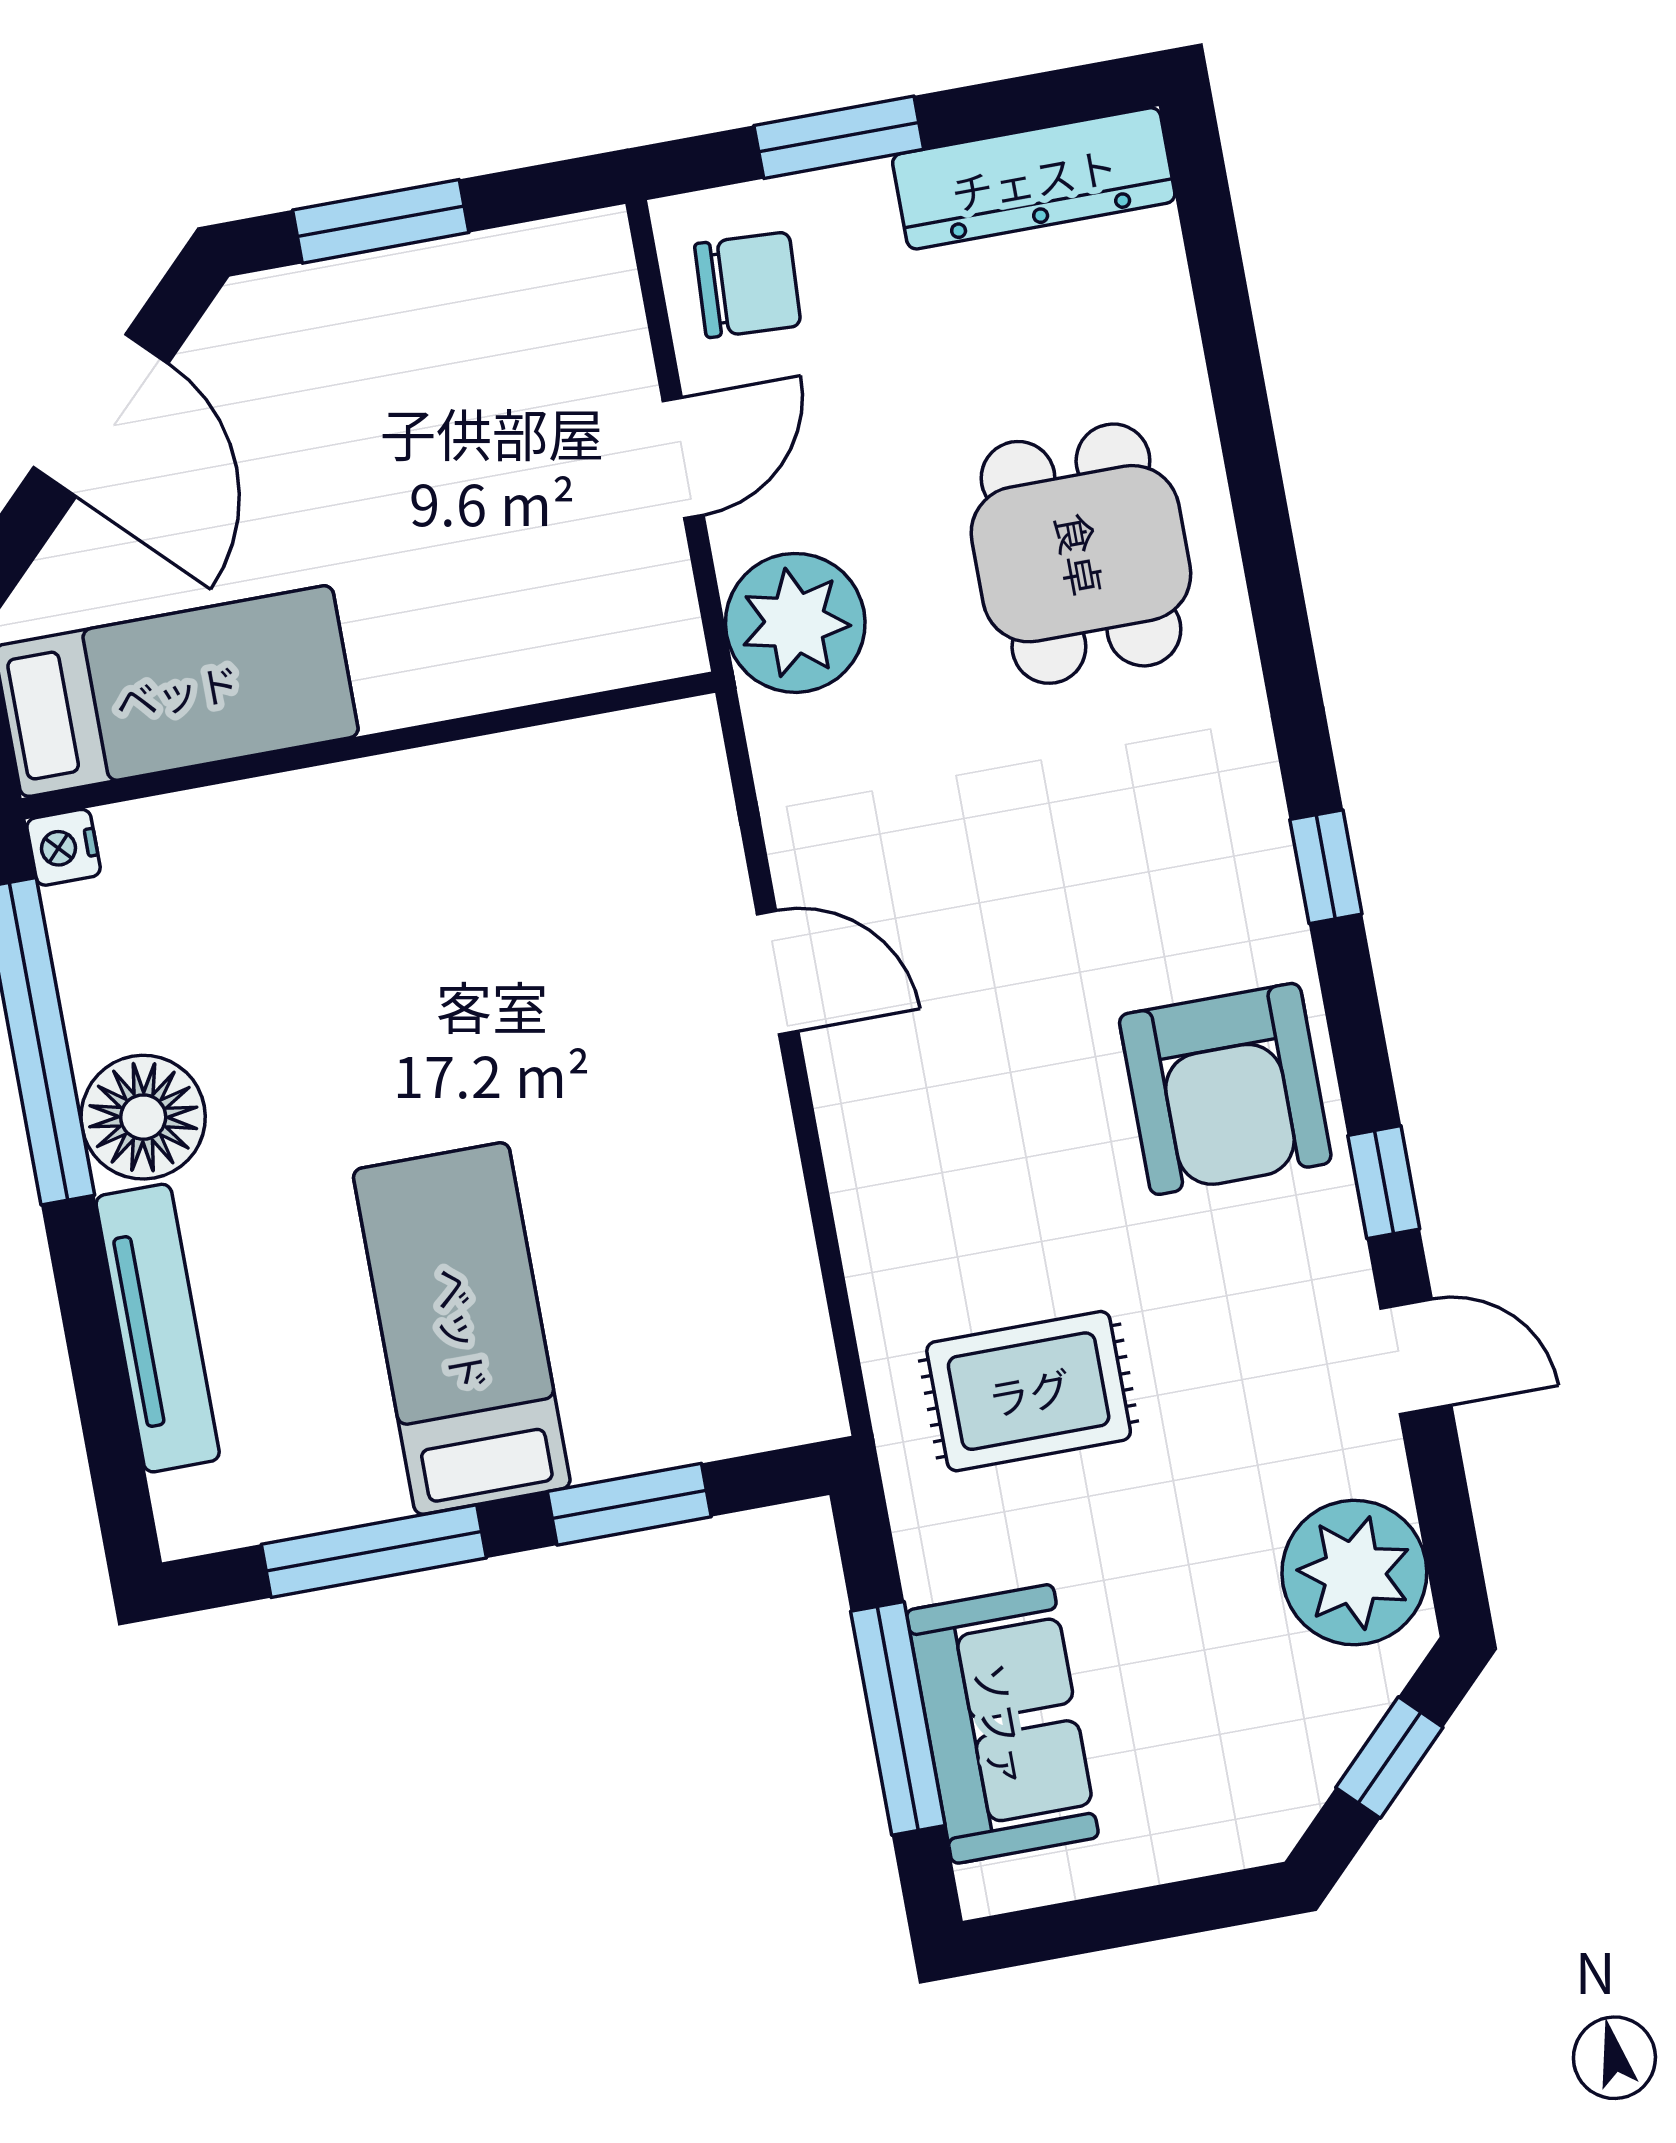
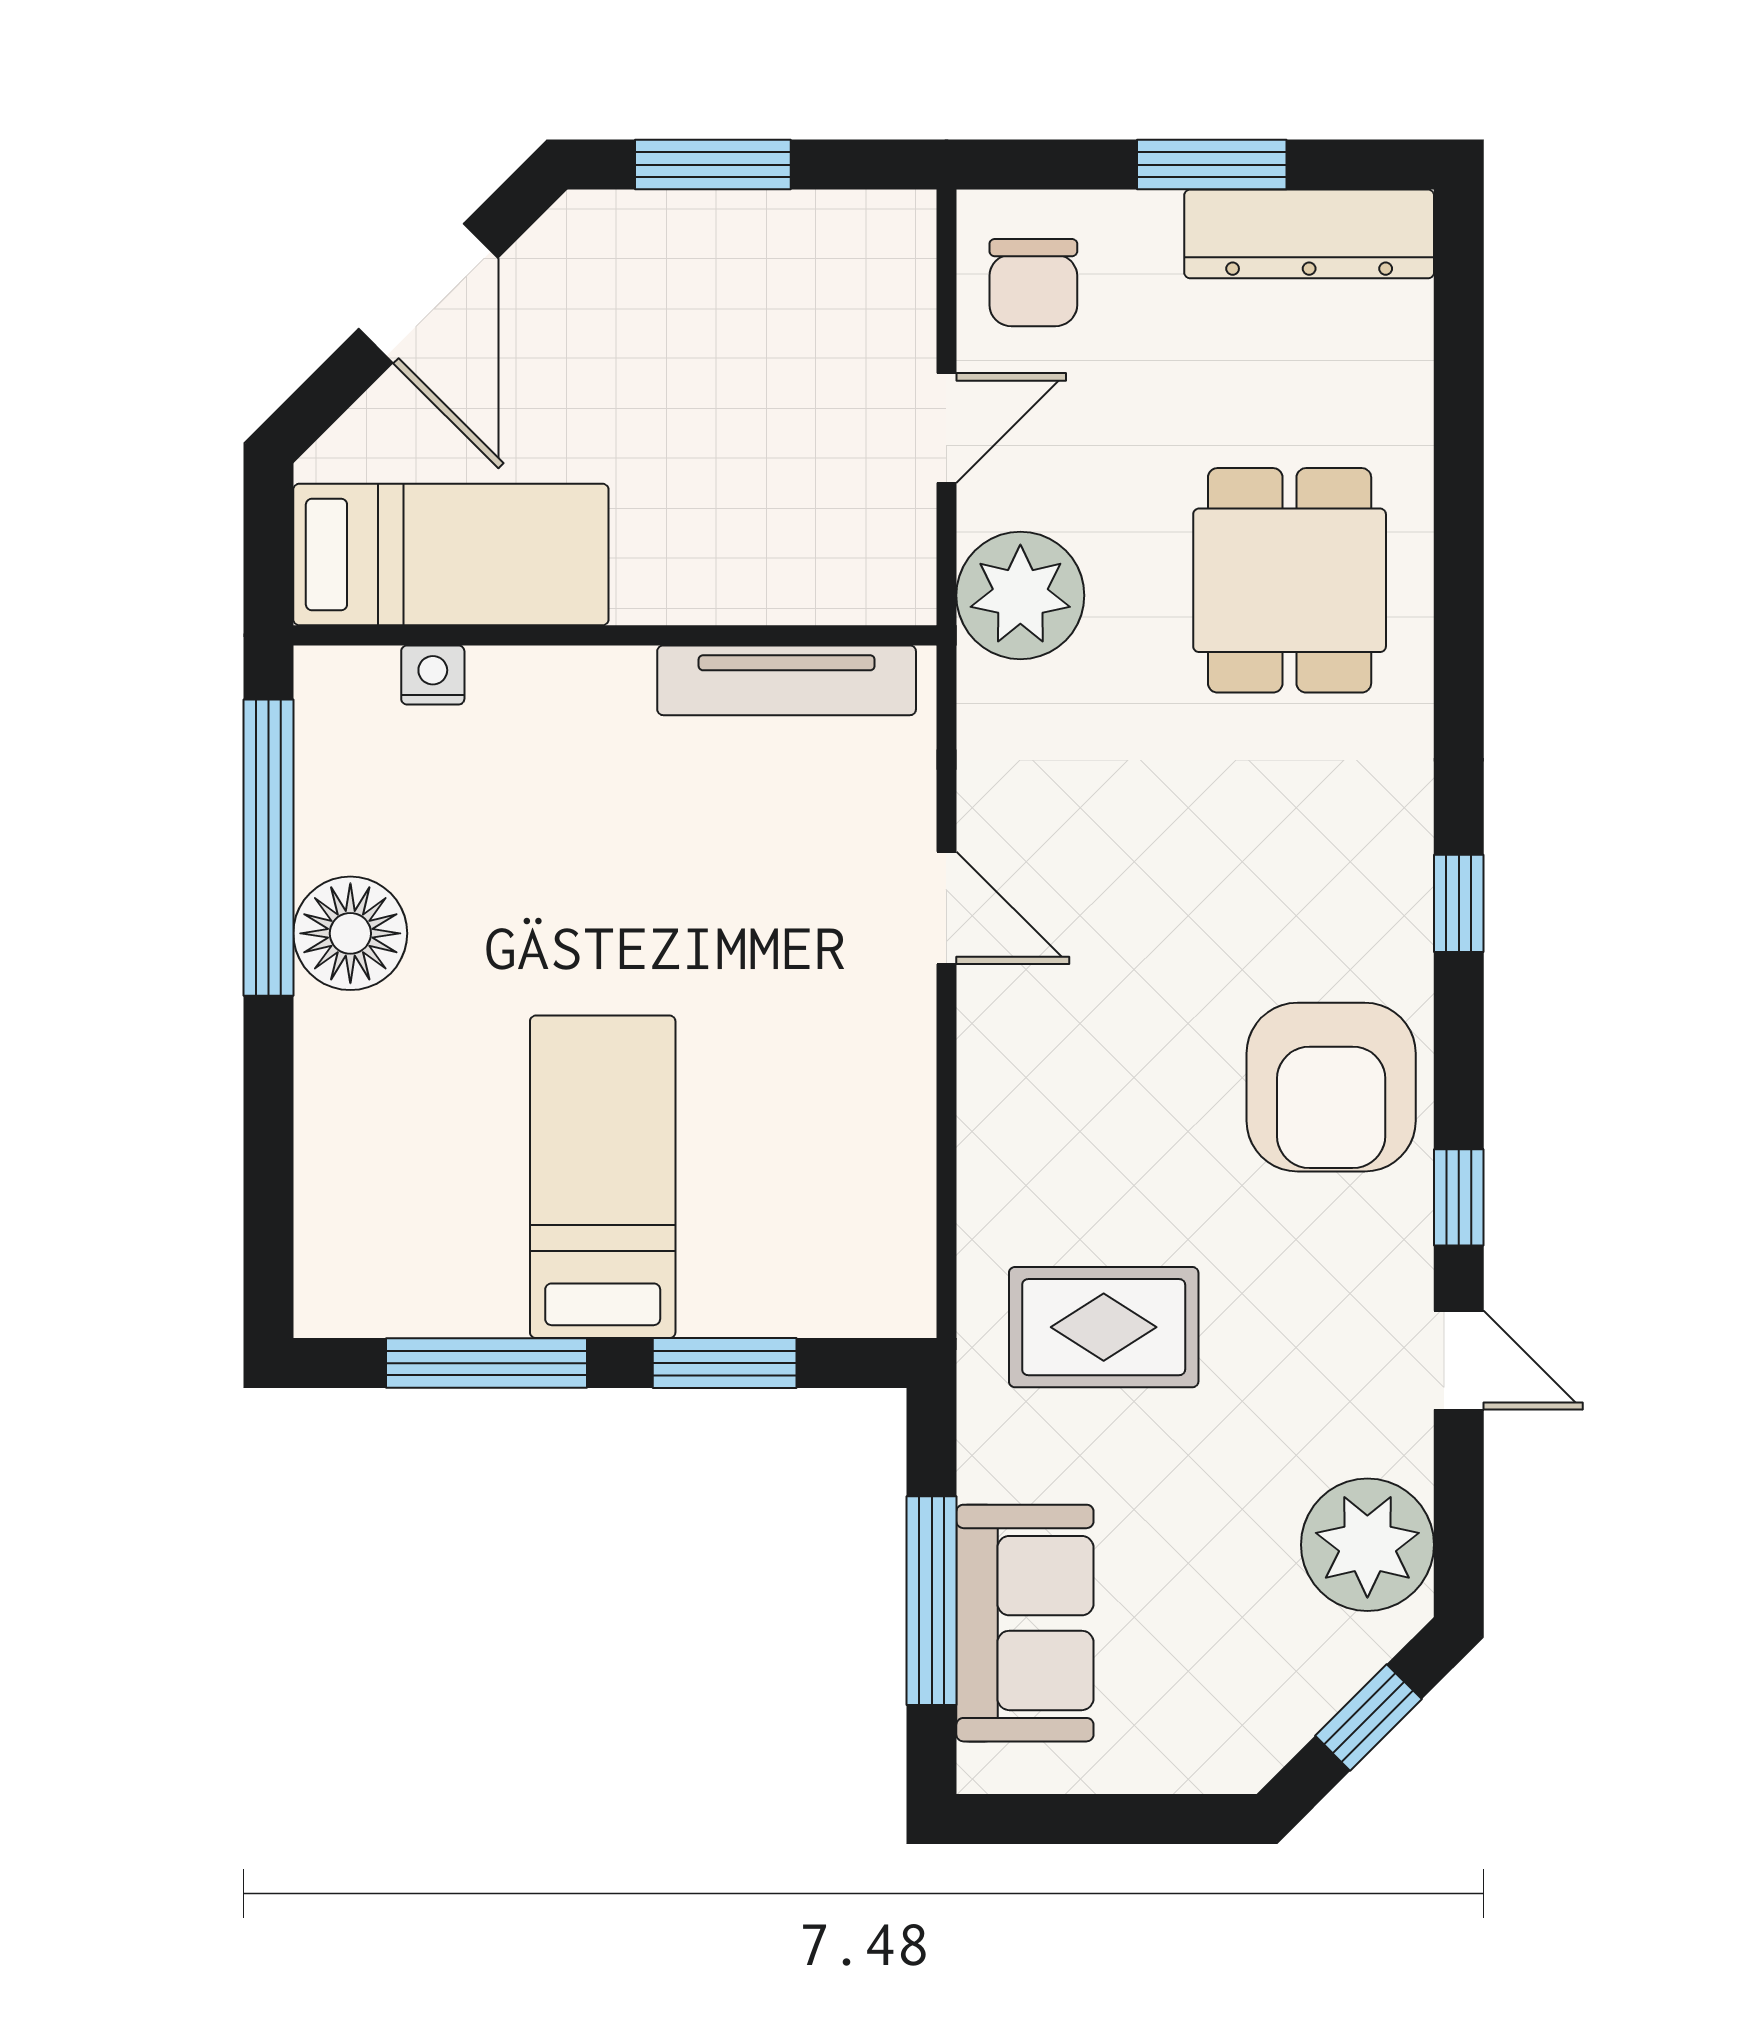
window: (839, 137) -> (1212, 165), moved
chair: (748, 285) -> (1033, 283), turned 87
nightstand: (64, 847) -> (433, 675), moved, turned 90
tv unit: (158, 1328) -> (787, 680), moved, turned 90

